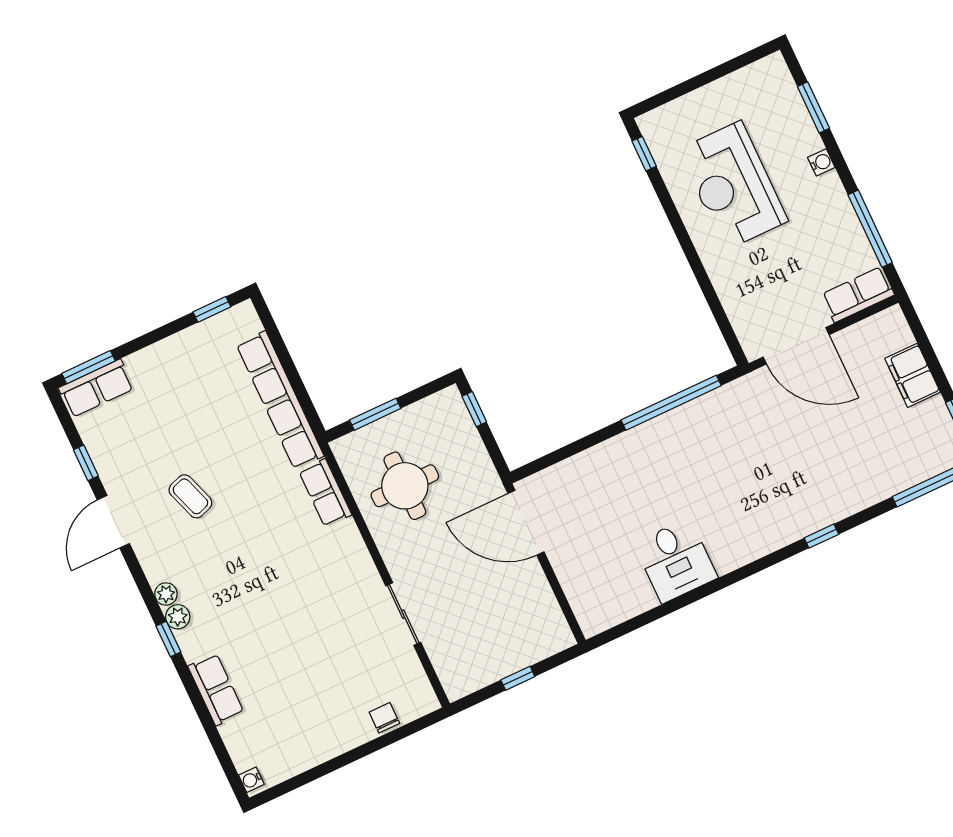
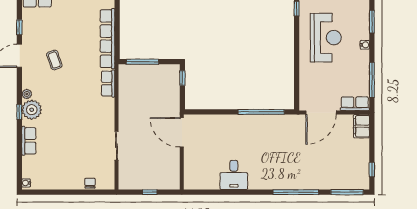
reception desk: (733, 185) -> (326, 38), turned 180
door: (796, 346) -> (321, 113), hinge flipped
filing cabinet: (913, 375) -> (361, 126), moved
window: (375, 414) -> (142, 62), width x1.44
round table: (405, 486) -> (141, 95), removed
window: (821, 536) -> (296, 192), width x3.17
plant: (178, 617) -> (32, 110), width x1.88, depth x1.88

